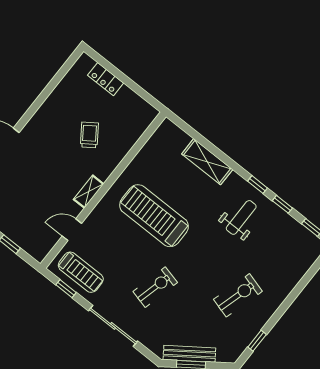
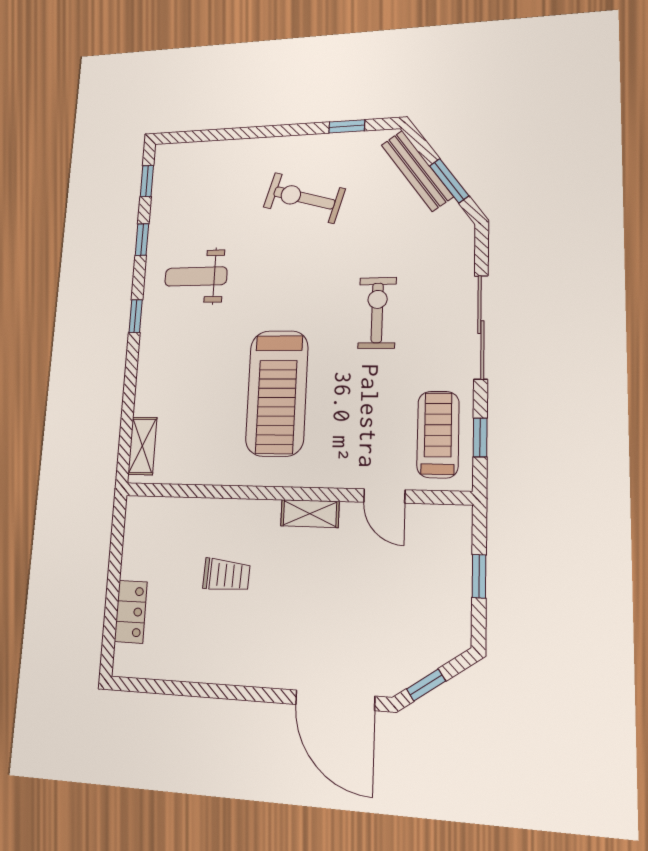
trolley: (89, 135) -> (226, 575), turned -142
shelving: (207, 162) -> (142, 446), moved, width x0.67, depth x0.75
window: (257, 185) -> (136, 316), moved
exercise bike: (155, 287) -> (377, 313), turned 76
bench: (189, 354) -> (417, 171), moved

